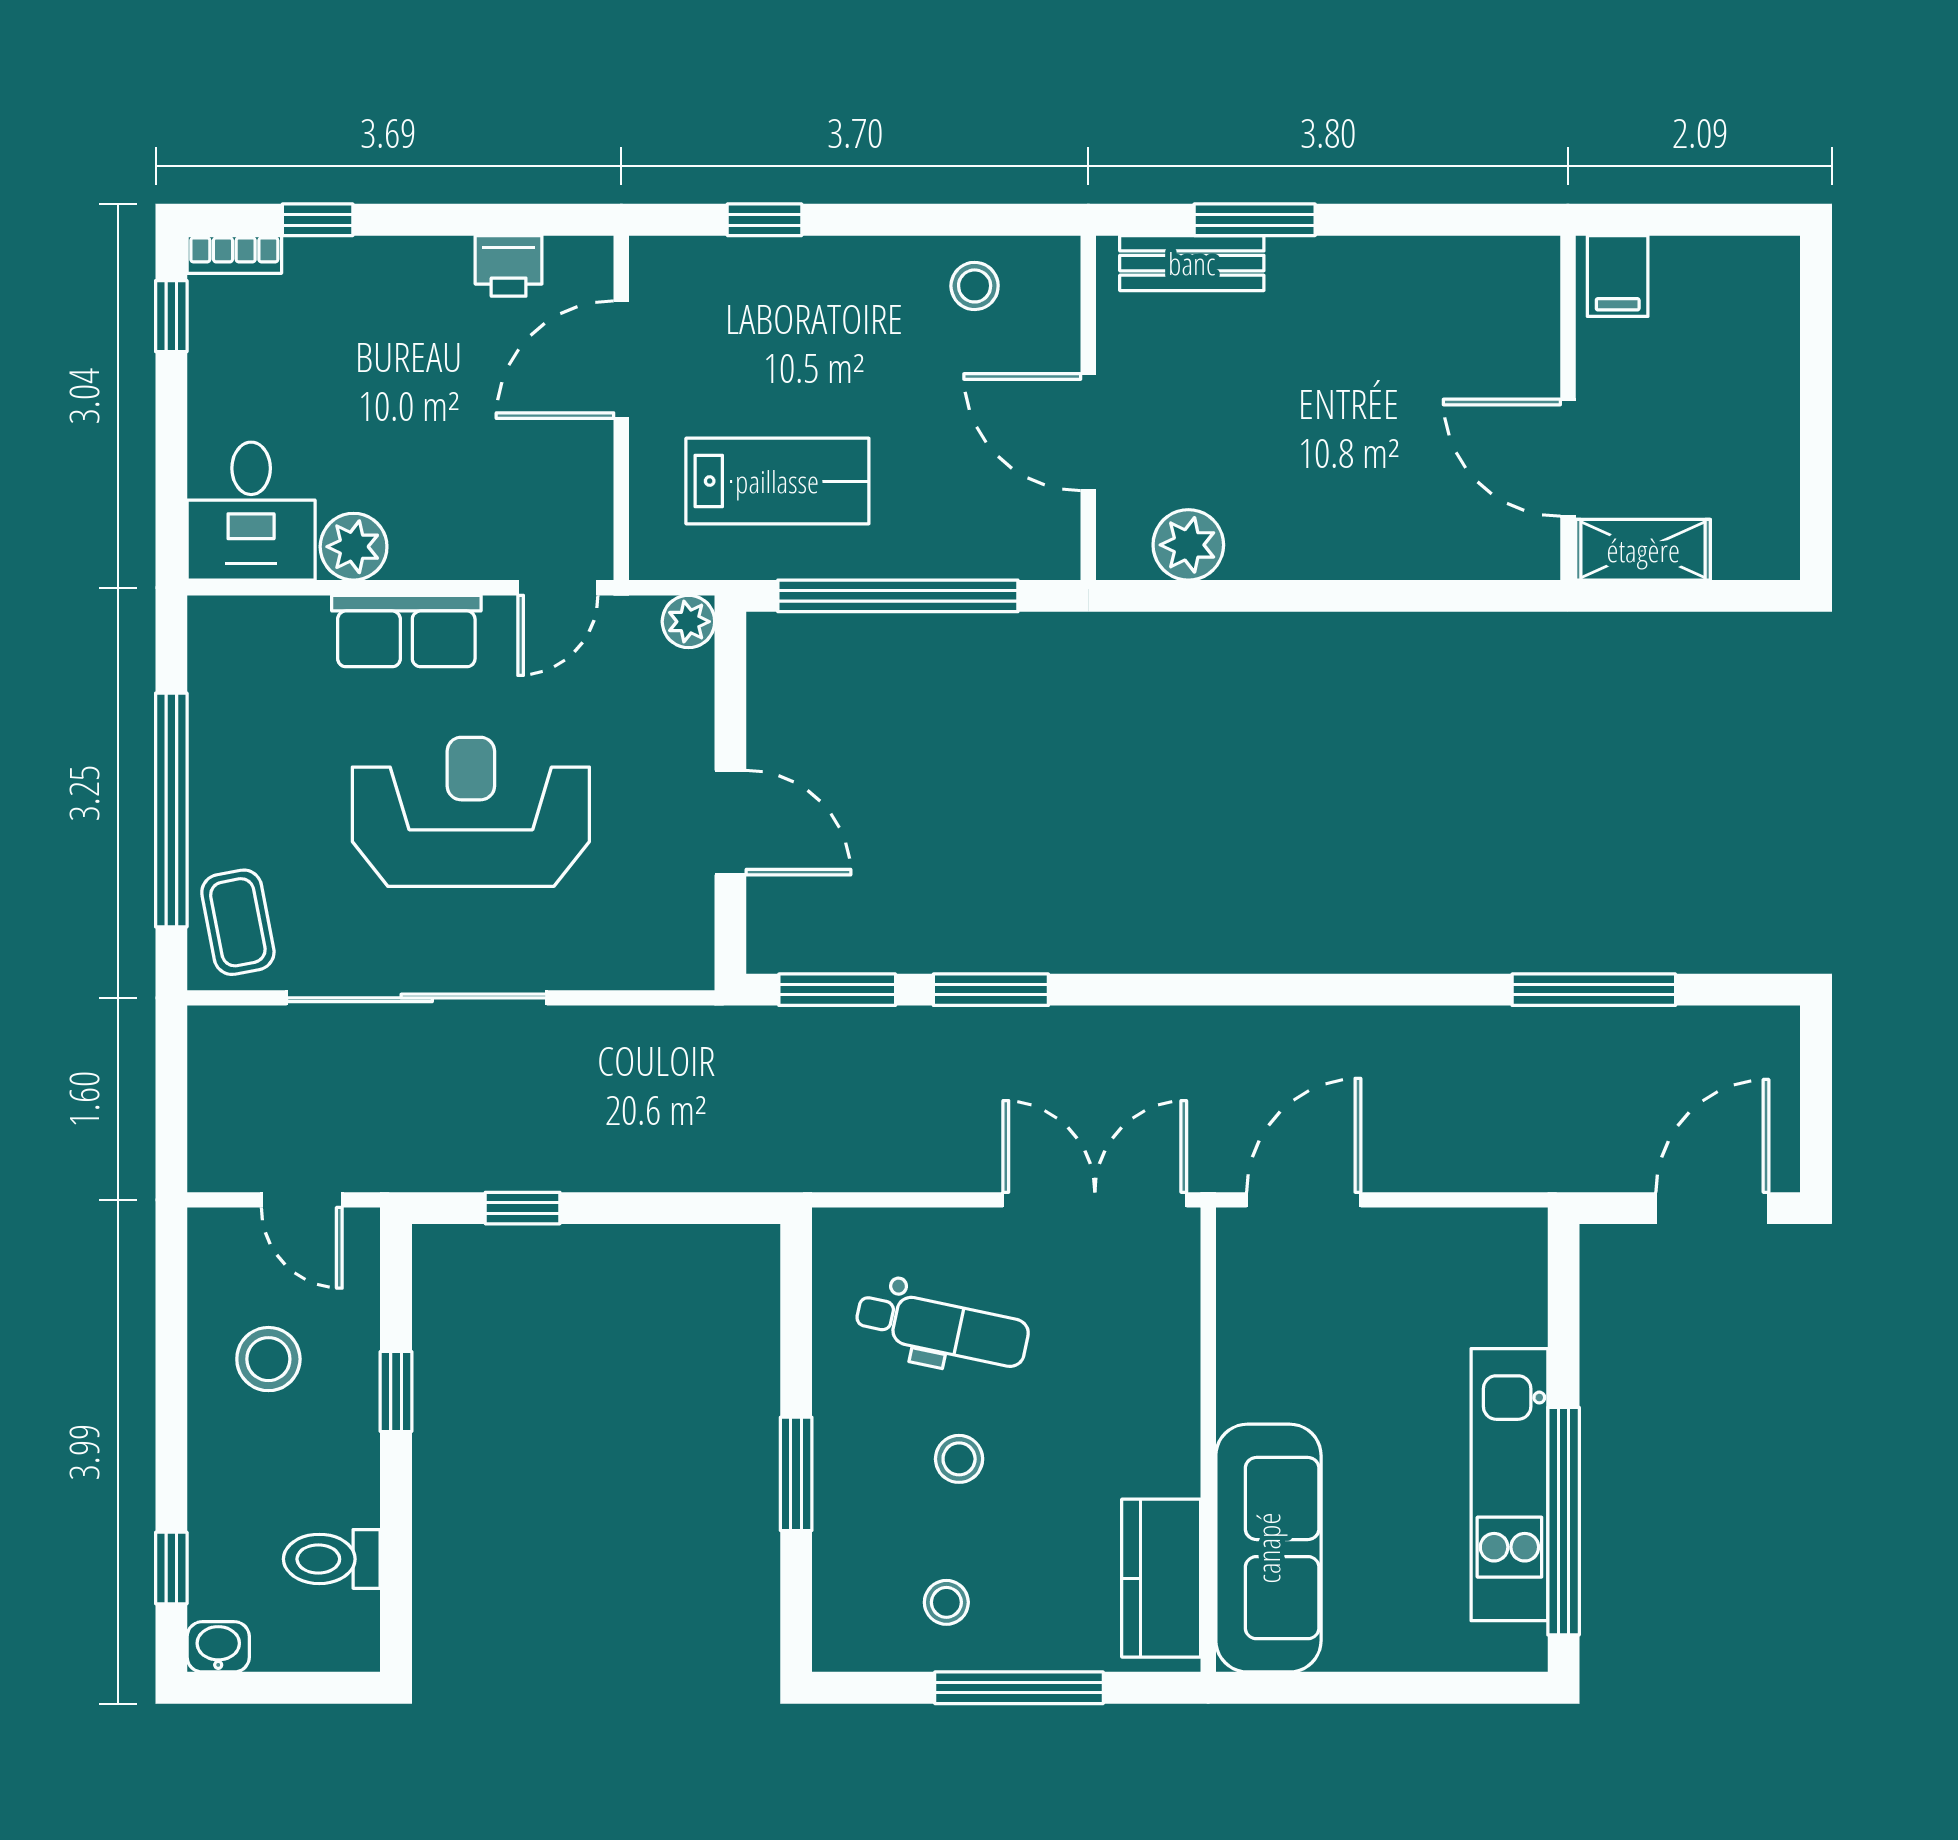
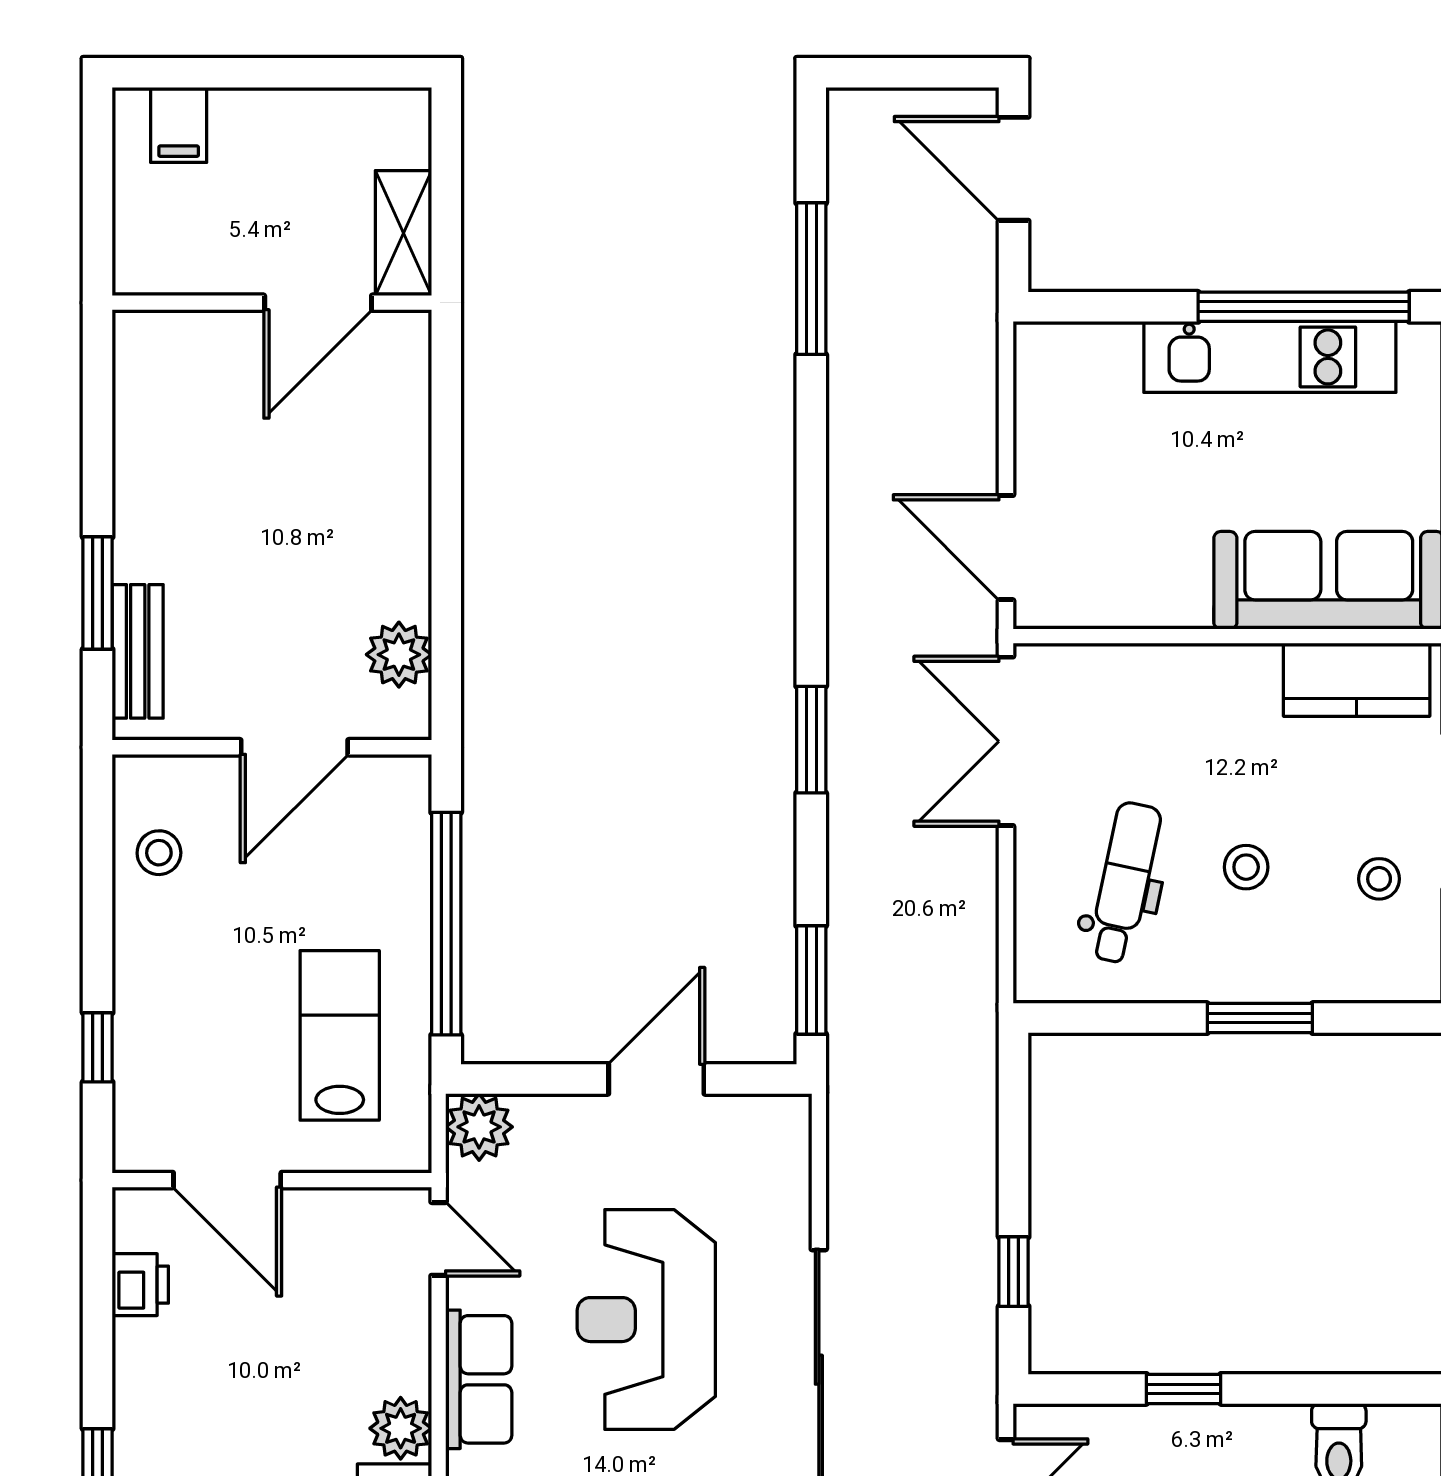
filing cabinet: (1618, 276) -> (179, 125), moved, turned 90
plant: (688, 622) -> (479, 1127), width x1.38, depth x1.38
window: (991, 990) -> (811, 740), moved

